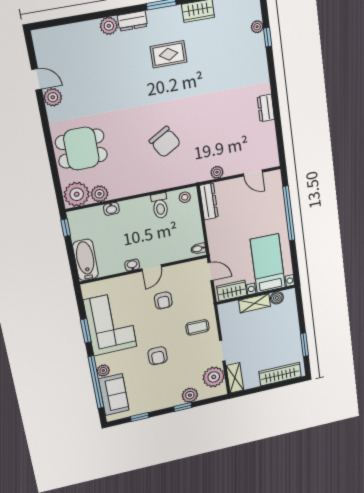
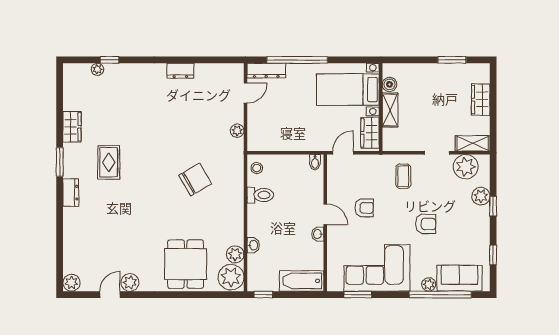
plant: (109, 26) -> (71, 283), moved
dresser: (209, 201) -> (266, 71), moved, turned 180
window: (86, 331) -> (358, 295), moved
wardrobe: (280, 374) -> (481, 100), width x0.67

